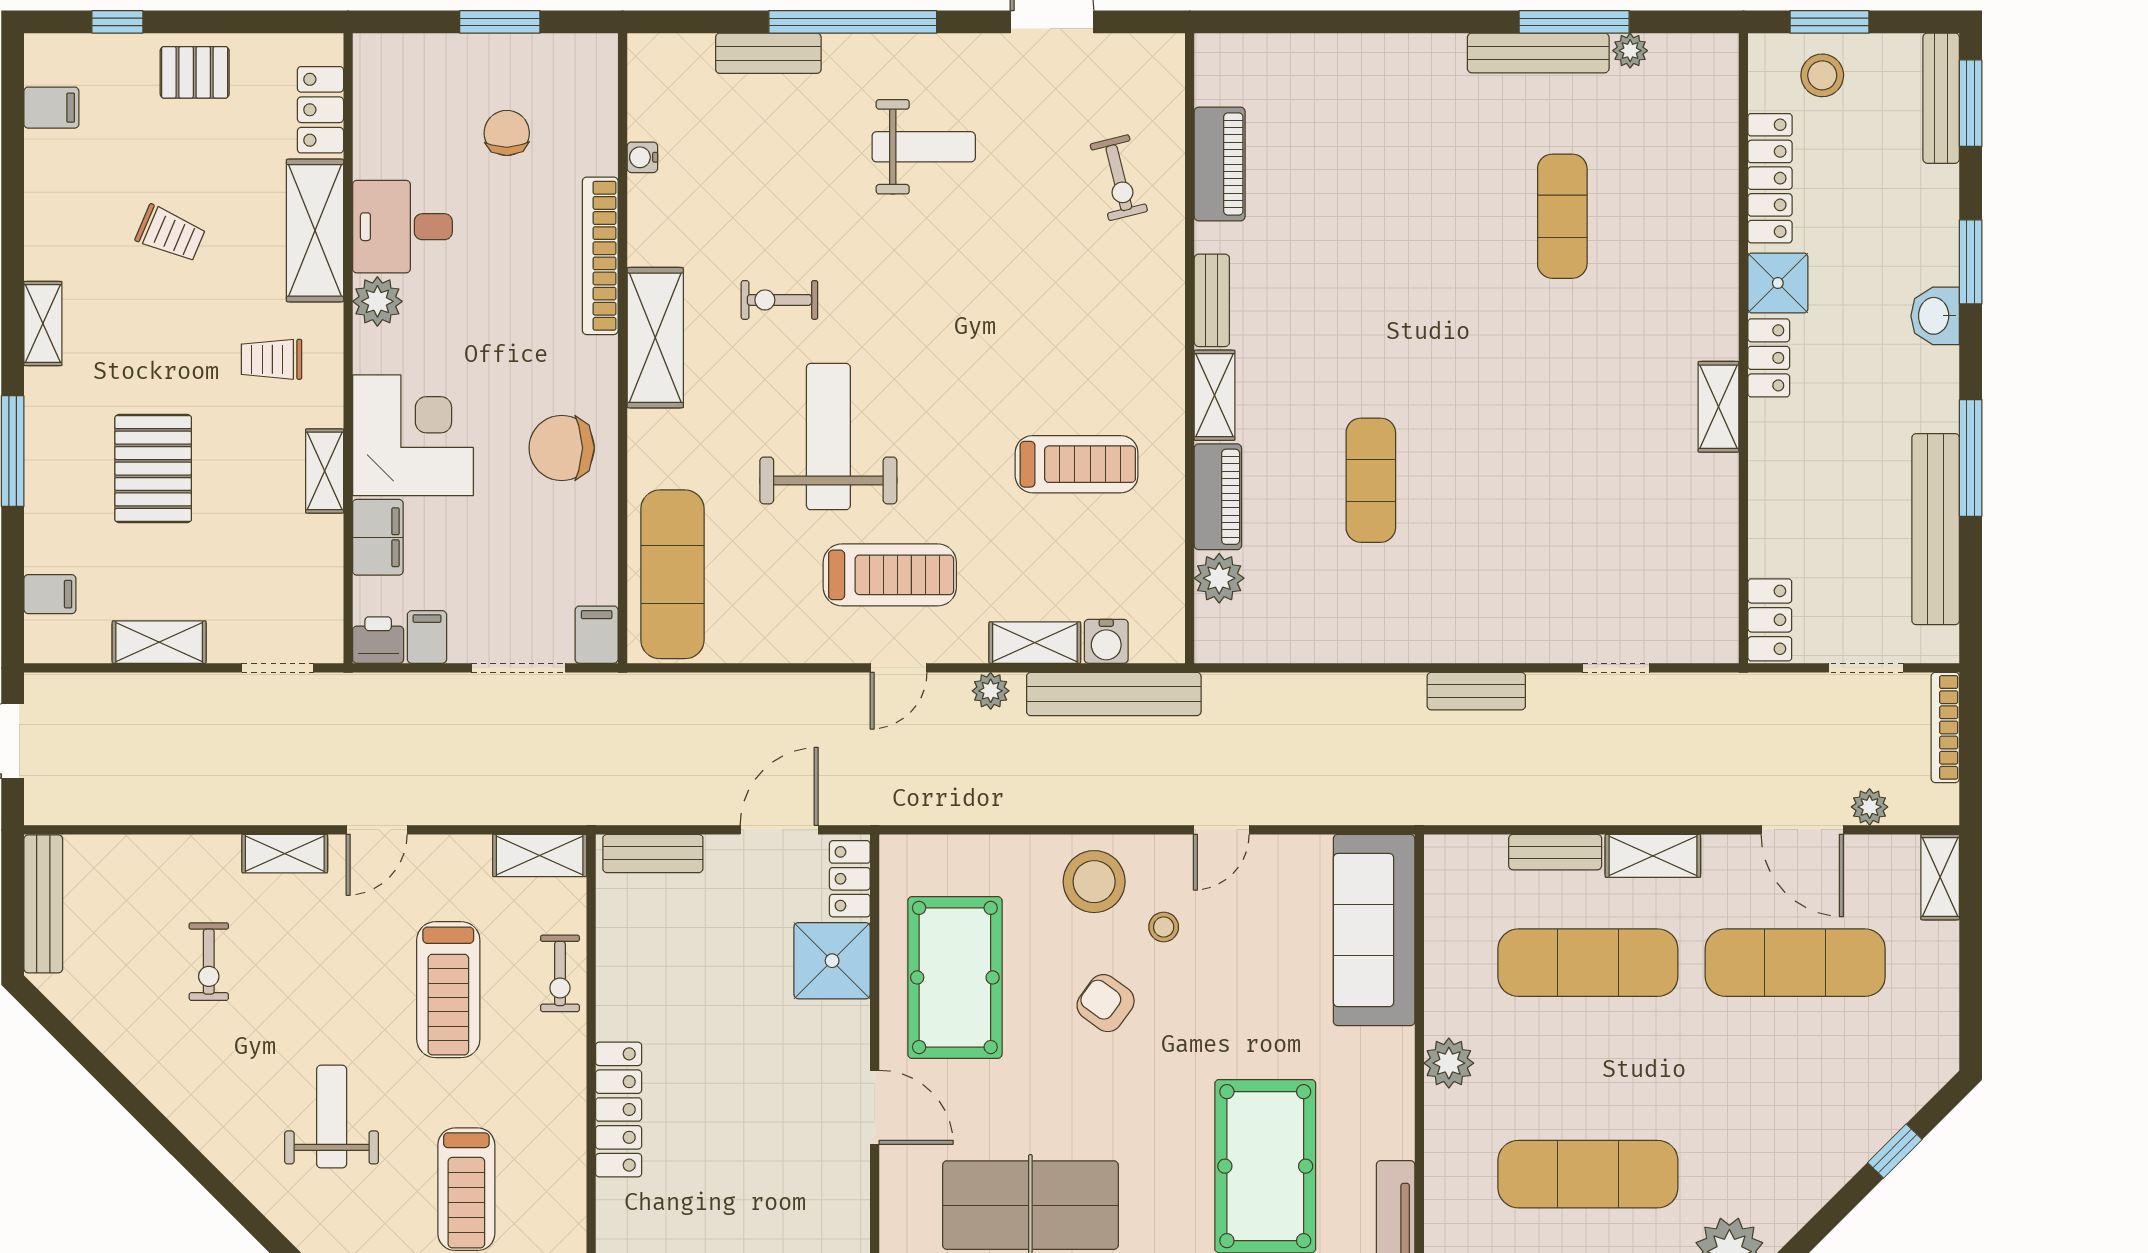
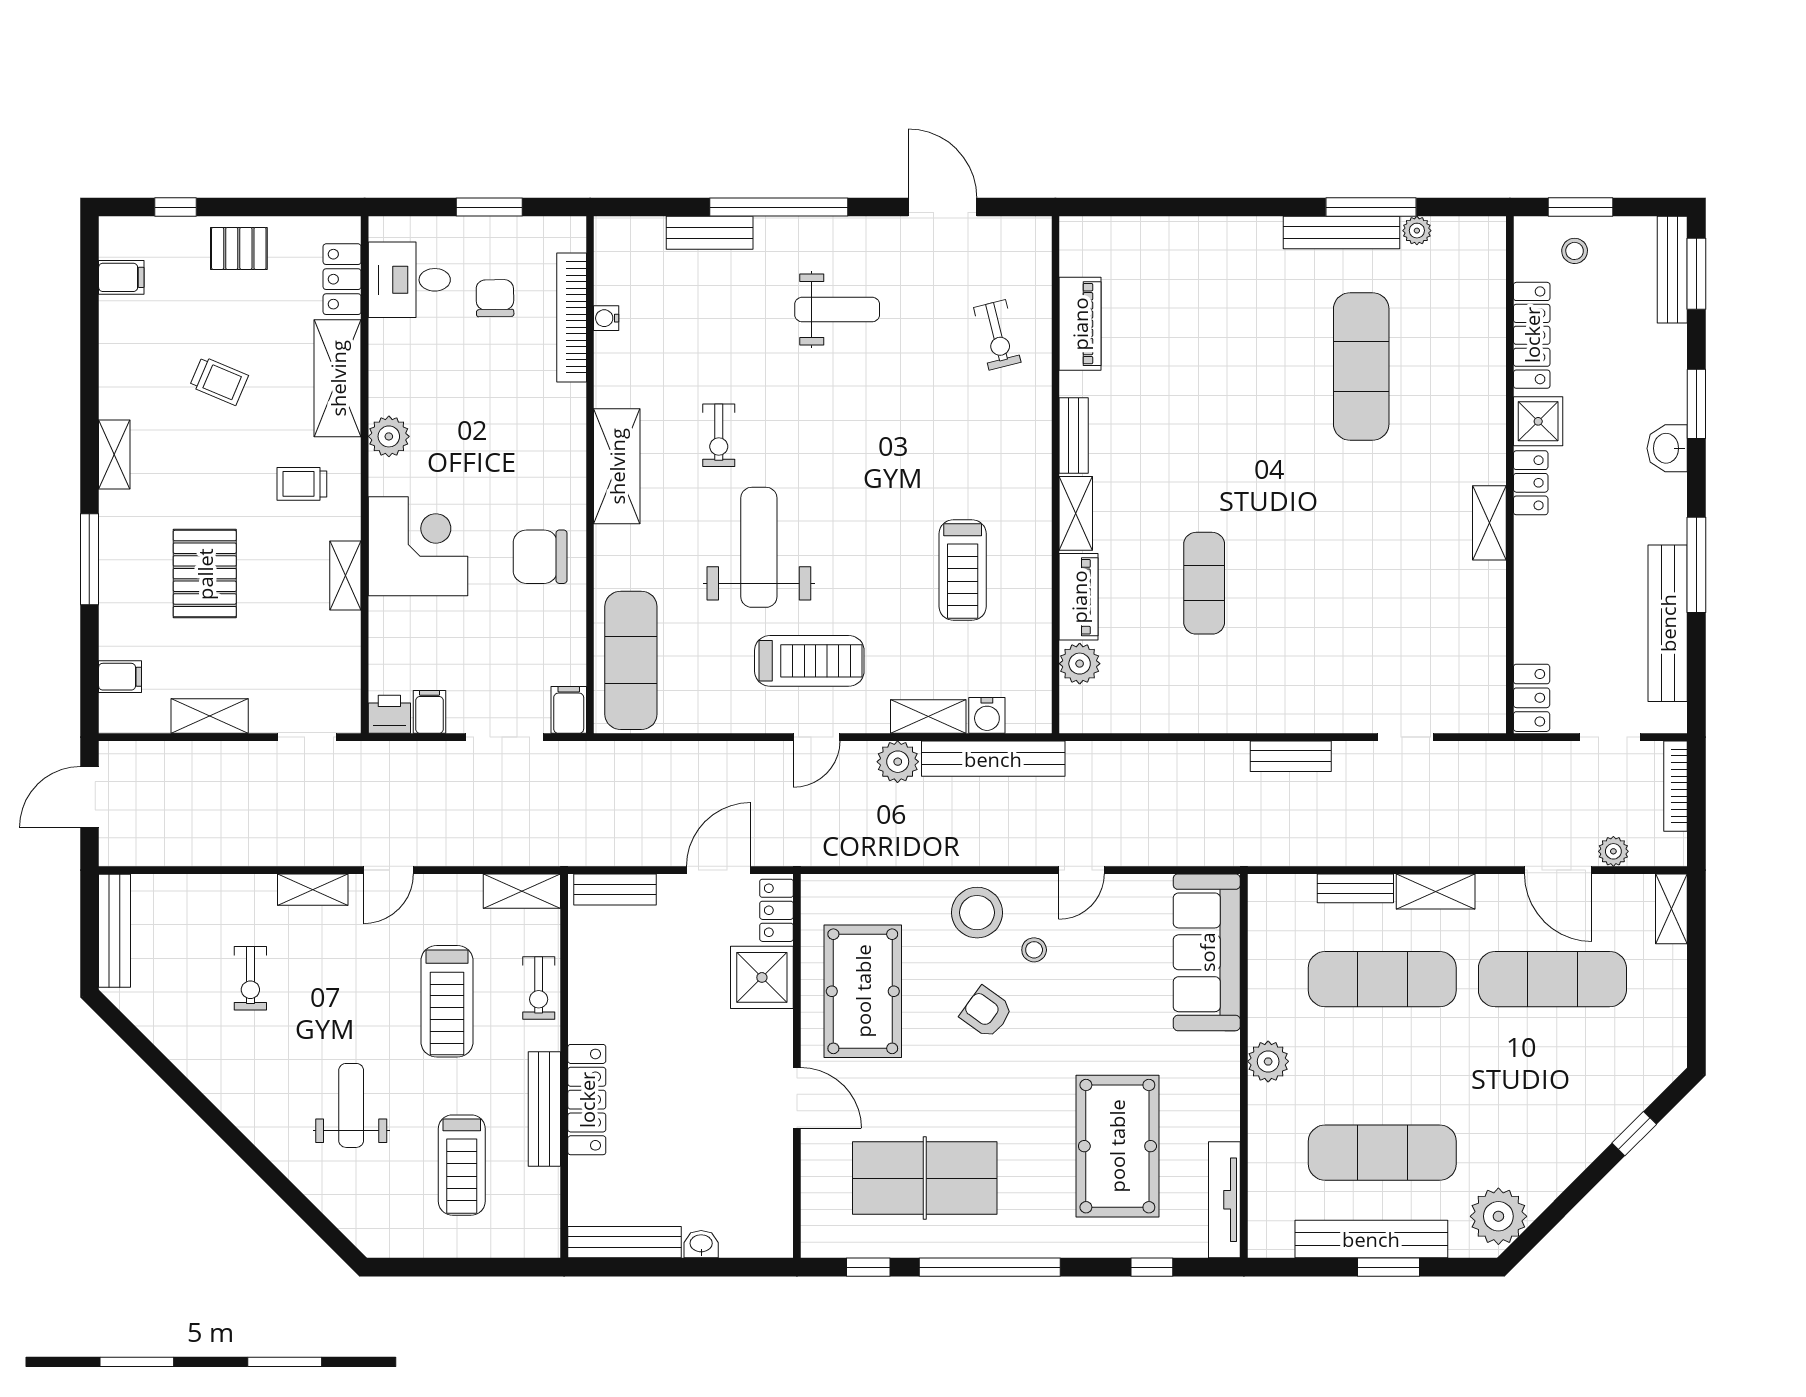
stool: (1822, 75) -> (1575, 251), width x0.73, depth x0.73
exercise mat: (1562, 216) -> (1361, 366), width x1.36, depth x1.45
desk: (402, 227) -> (409, 280), moved
bookcase: (600, 256) -> (572, 317), moved
exercise bike: (779, 300) -> (719, 435), turned -90
treadmill: (1077, 464) -> (963, 570), turned 90
filing cabinet: (378, 537) -> (389, 630), removed
plant: (991, 691) -> (898, 762), width x1.38, depth x1.38
bench: (567, 1121) -> (544, 1109), added

